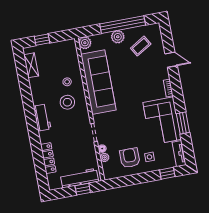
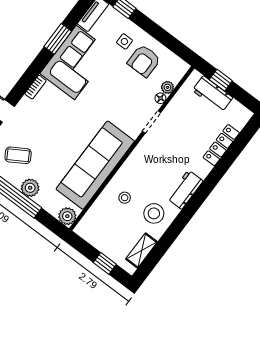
stool: (67, 102) -> (154, 213), moved
workbench: (79, 178) -> (213, 94), width x0.73

